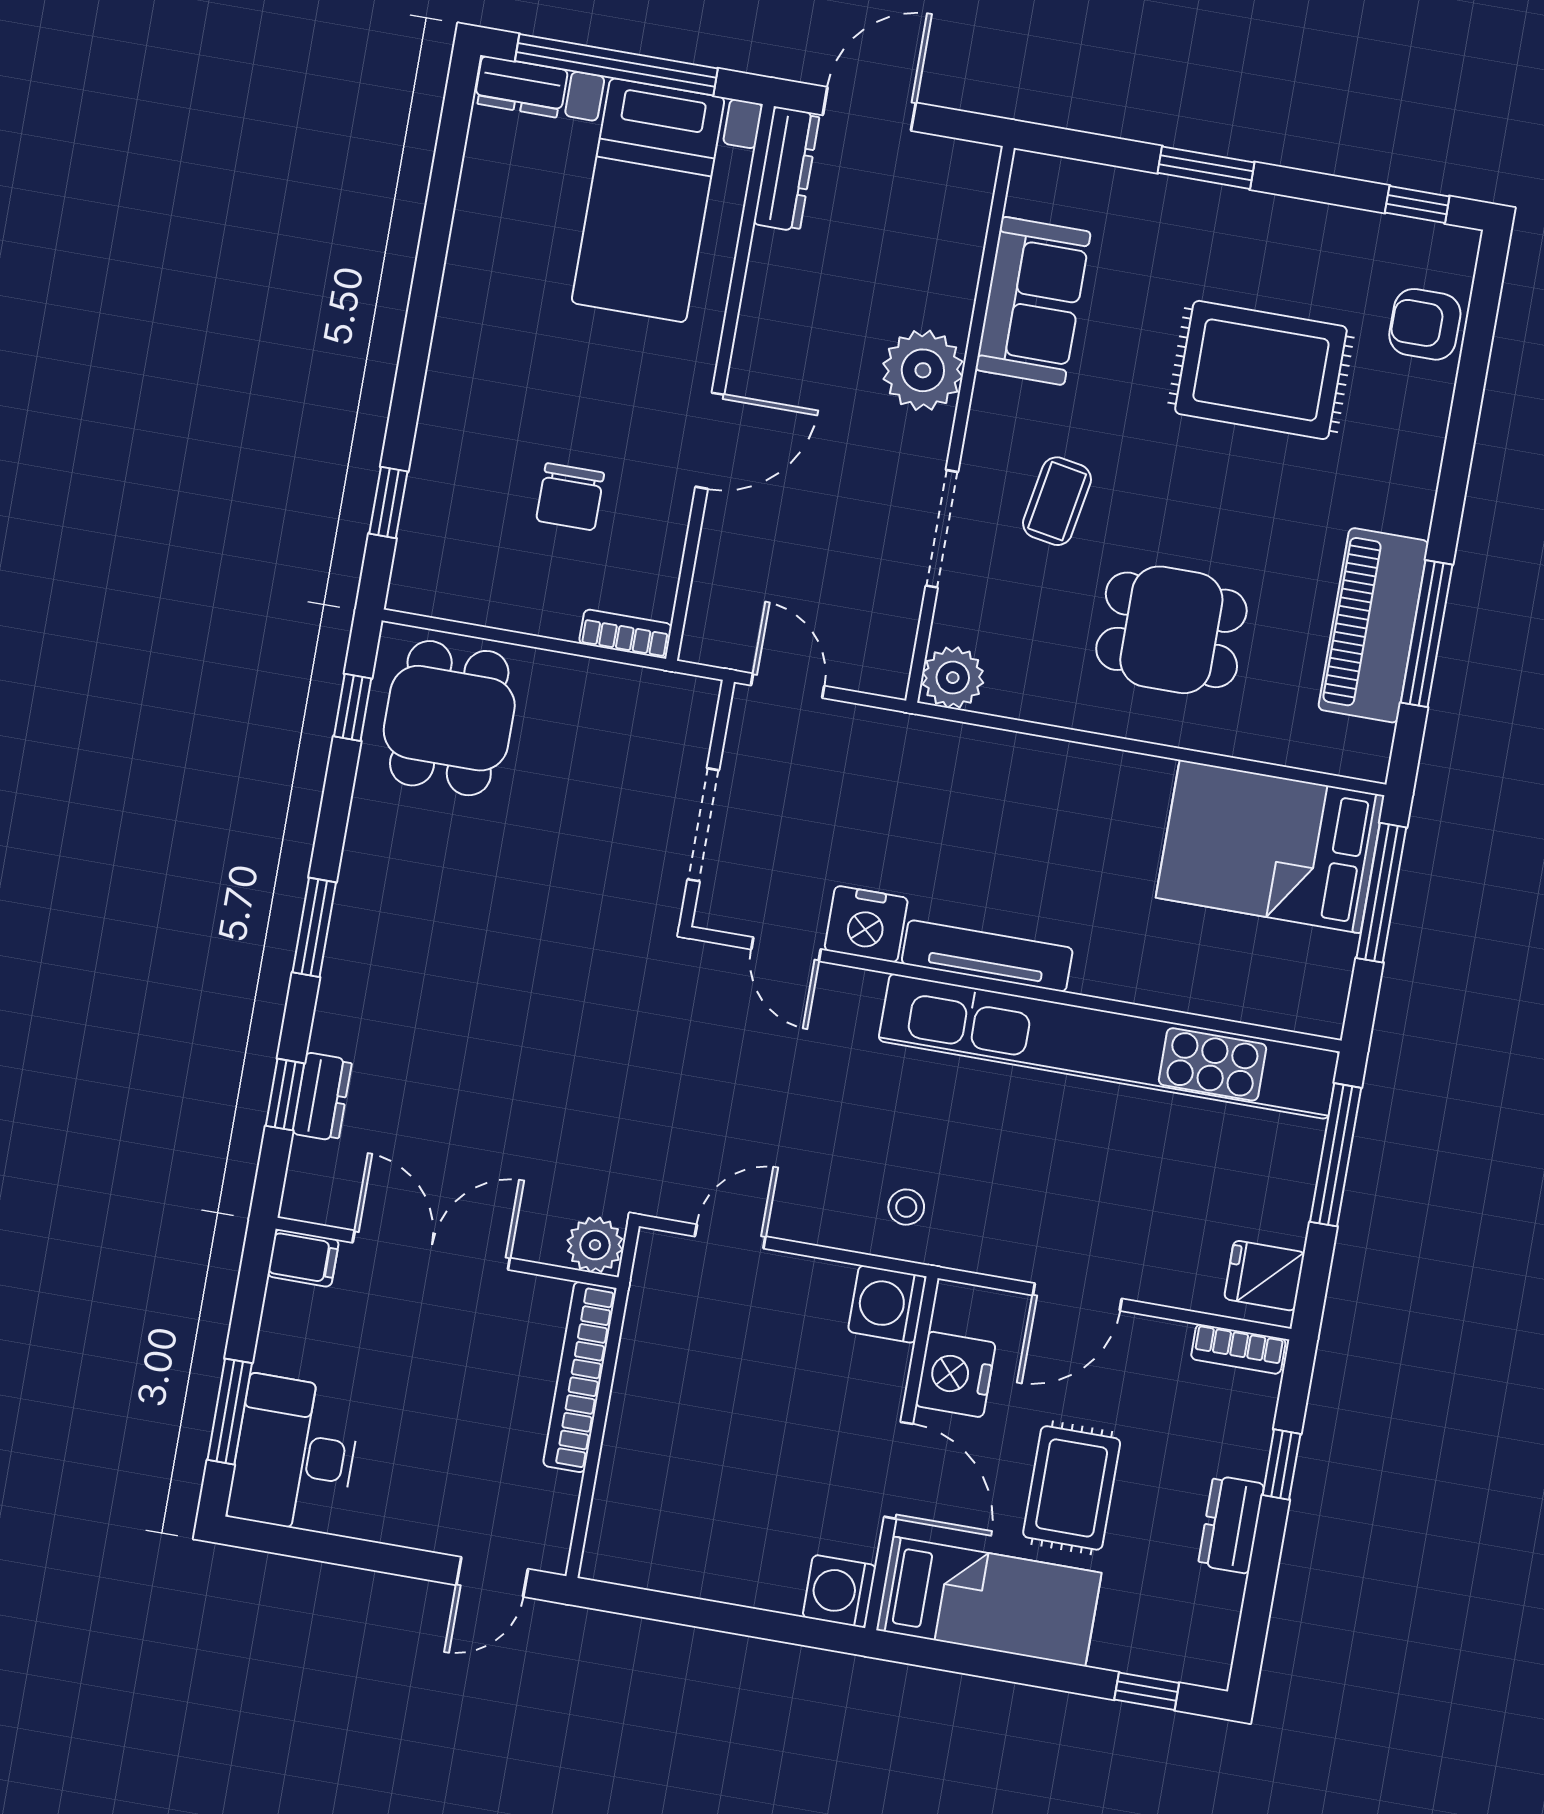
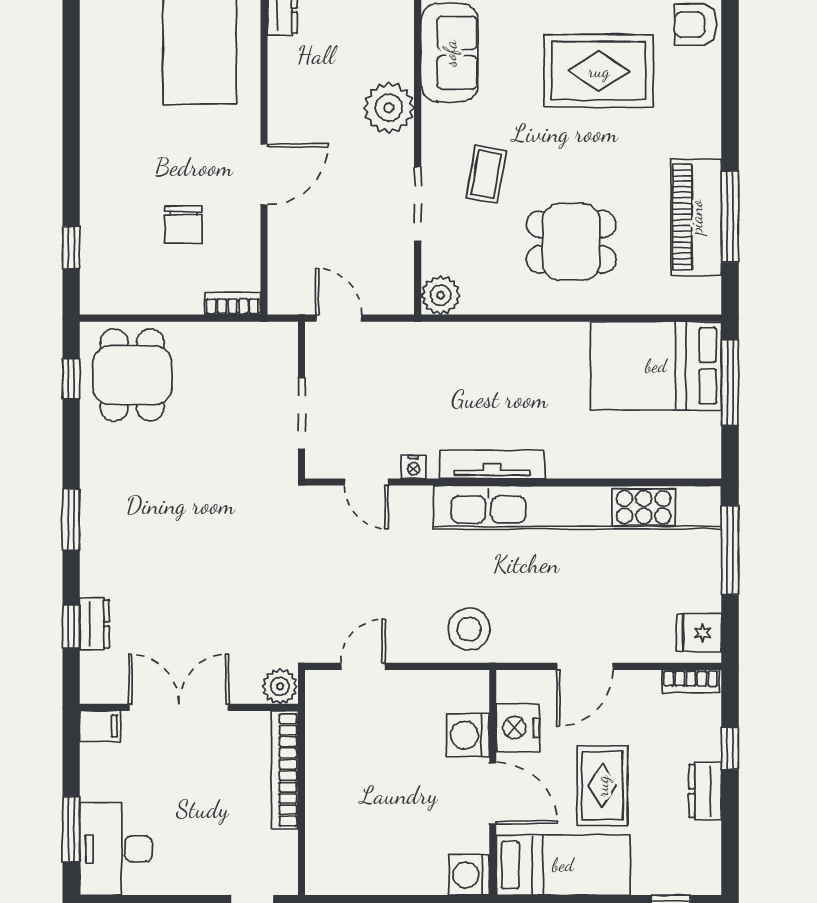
nightstand: (866, 924) -> (414, 467), width x0.53, depth x0.56
stool: (906, 1207) -> (469, 629), width x1.89, depth x1.89
washing machine: (887, 1304) -> (468, 735), moved

